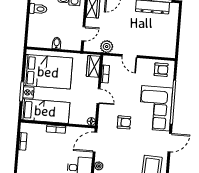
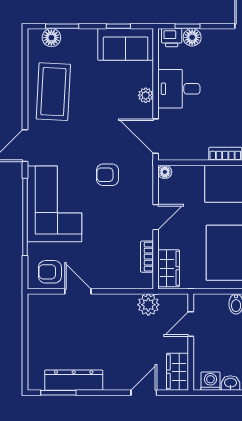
door: (129, 56) -> (78, 291), moved
door: (99, 96) -> (156, 217), swing flipped
door: (95, 142) -> (156, 136), swing flipped

